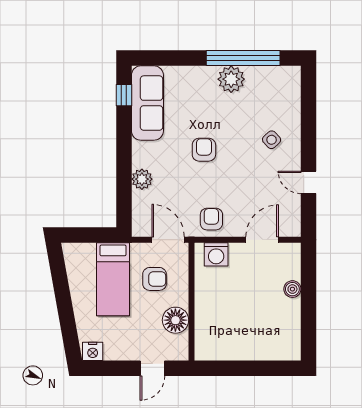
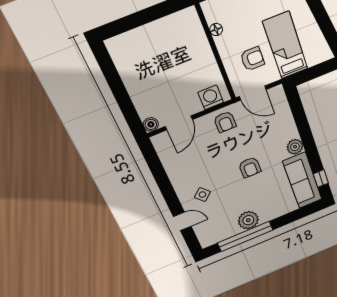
plant: (142, 179) -> (295, 147), moved
door: (309, 182) -> (182, 221), moved
armchair: (154, 279) -> (252, 59), turned 180
boiler: (292, 289) -> (151, 124), moved
floor lamp: (175, 320) -> (216, 30), width x0.53, depth x0.53

